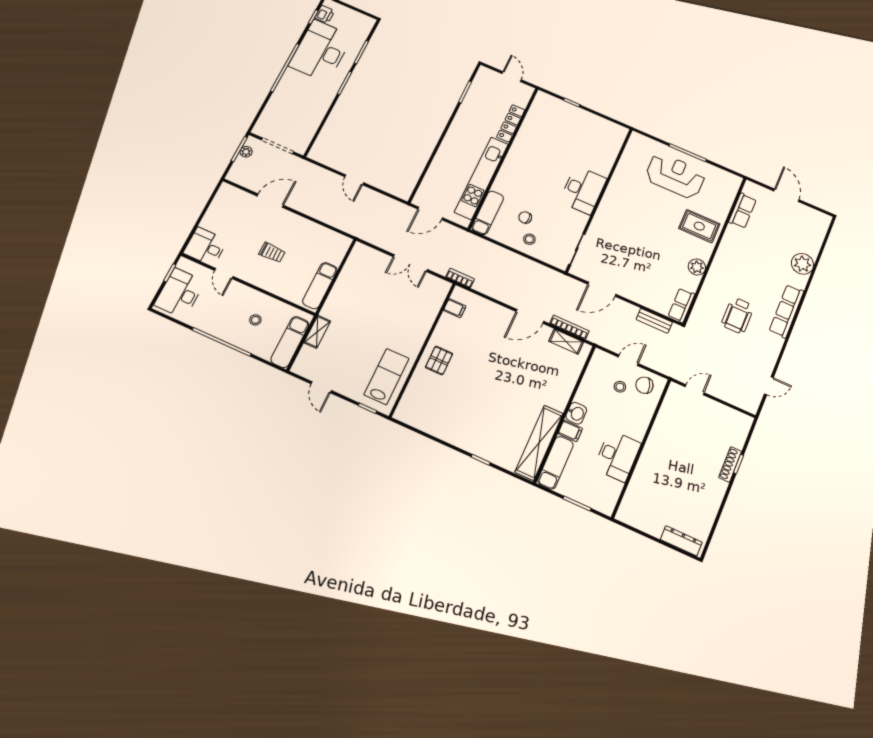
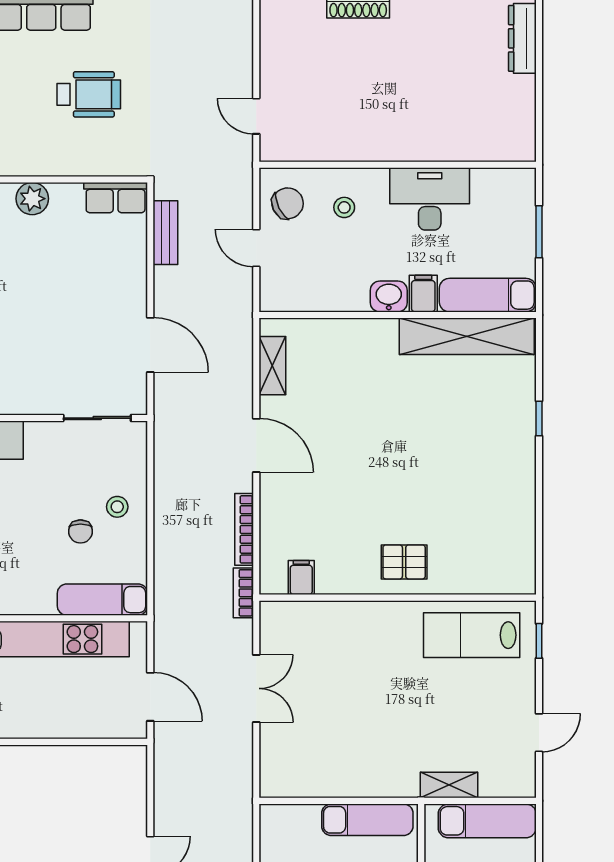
bookcase: (569, 327) -> (244, 529), moved
chair: (644, 385) -> (288, 203), turned -100
stool: (620, 387) -> (344, 207), moved

